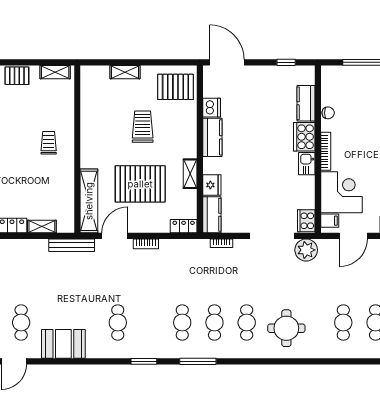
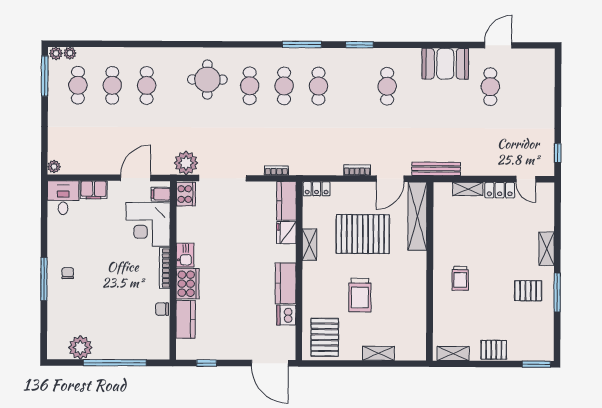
pallet: (175, 87) -> (325, 337), turned 90

